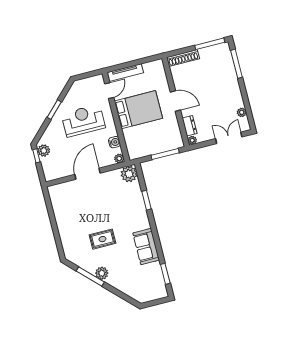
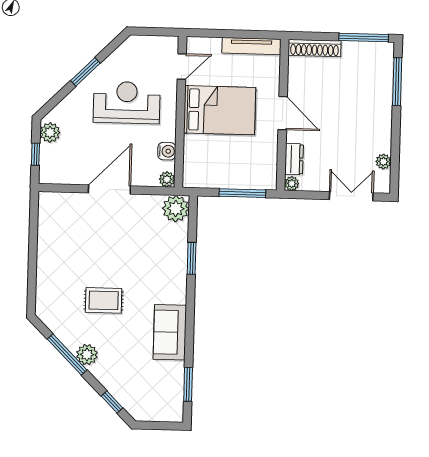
tv unit: (125, 73) -> (251, 46), moved
window: (36, 156) -> (35, 154), moved
window: (124, 297) -> (112, 402), added

